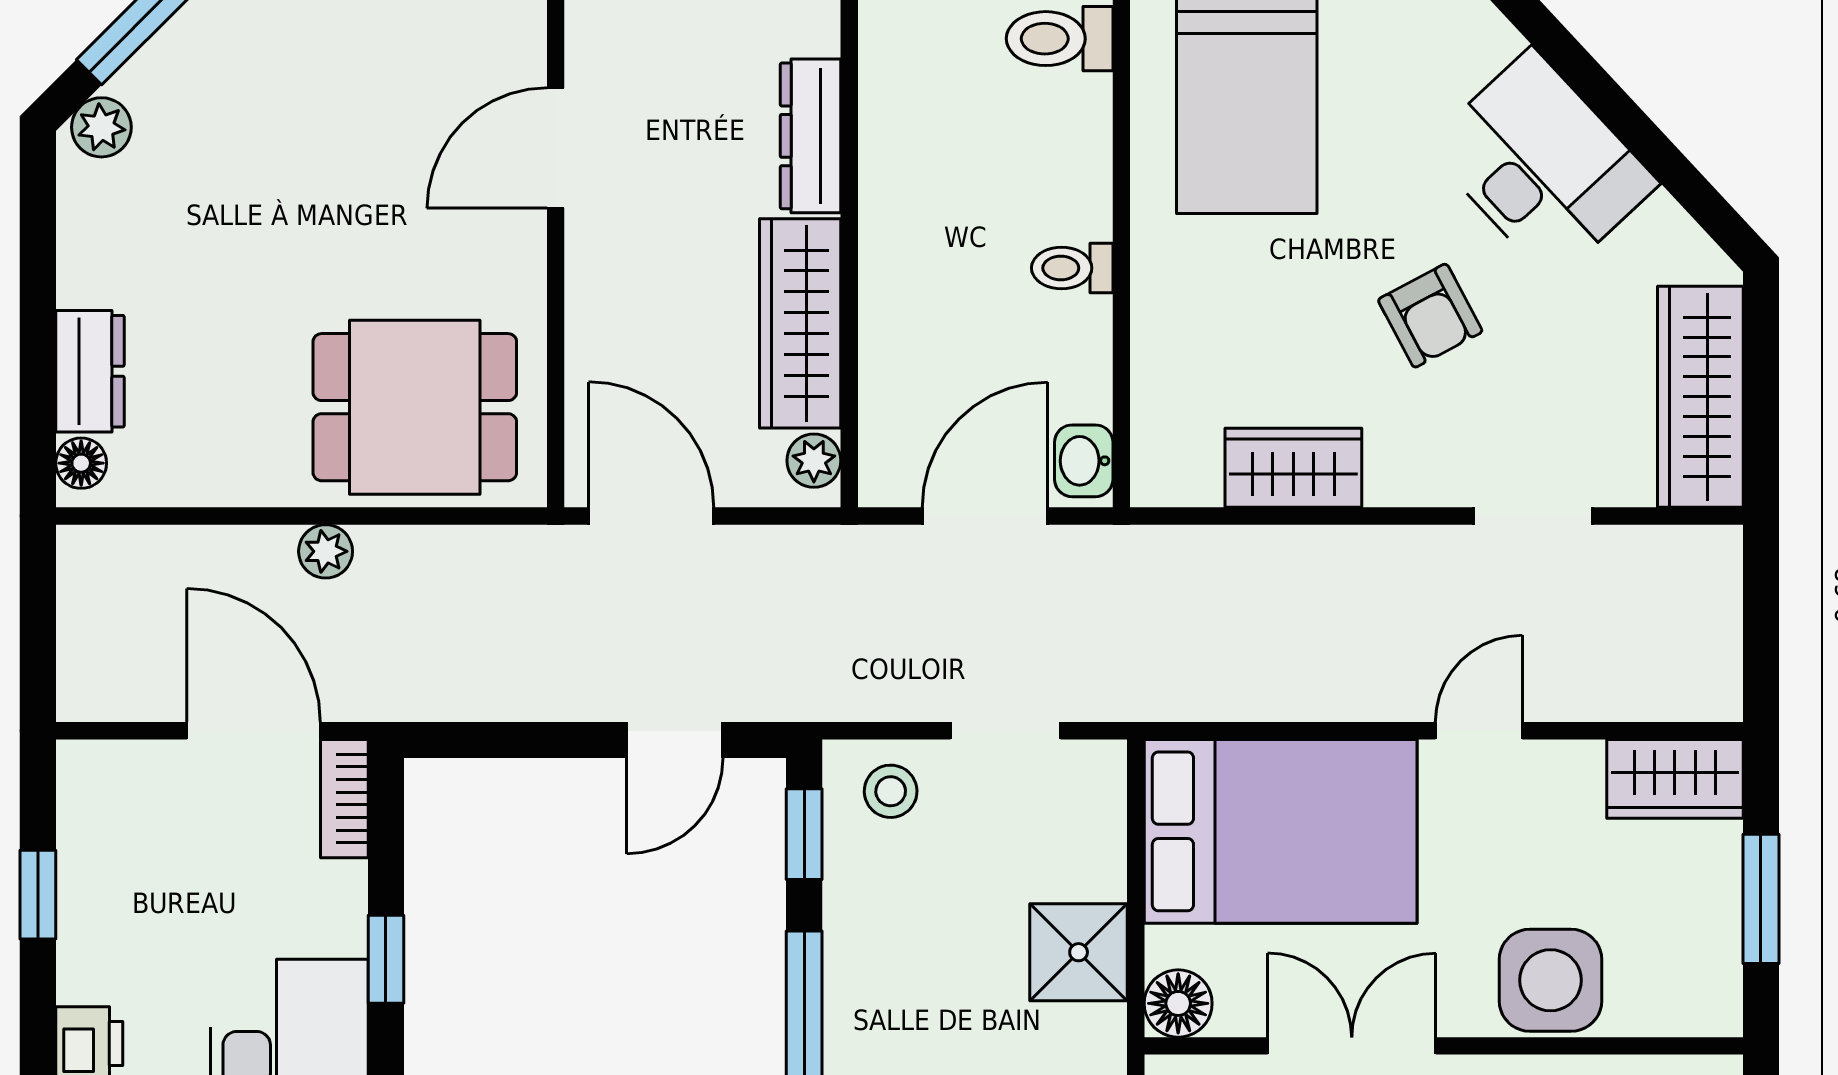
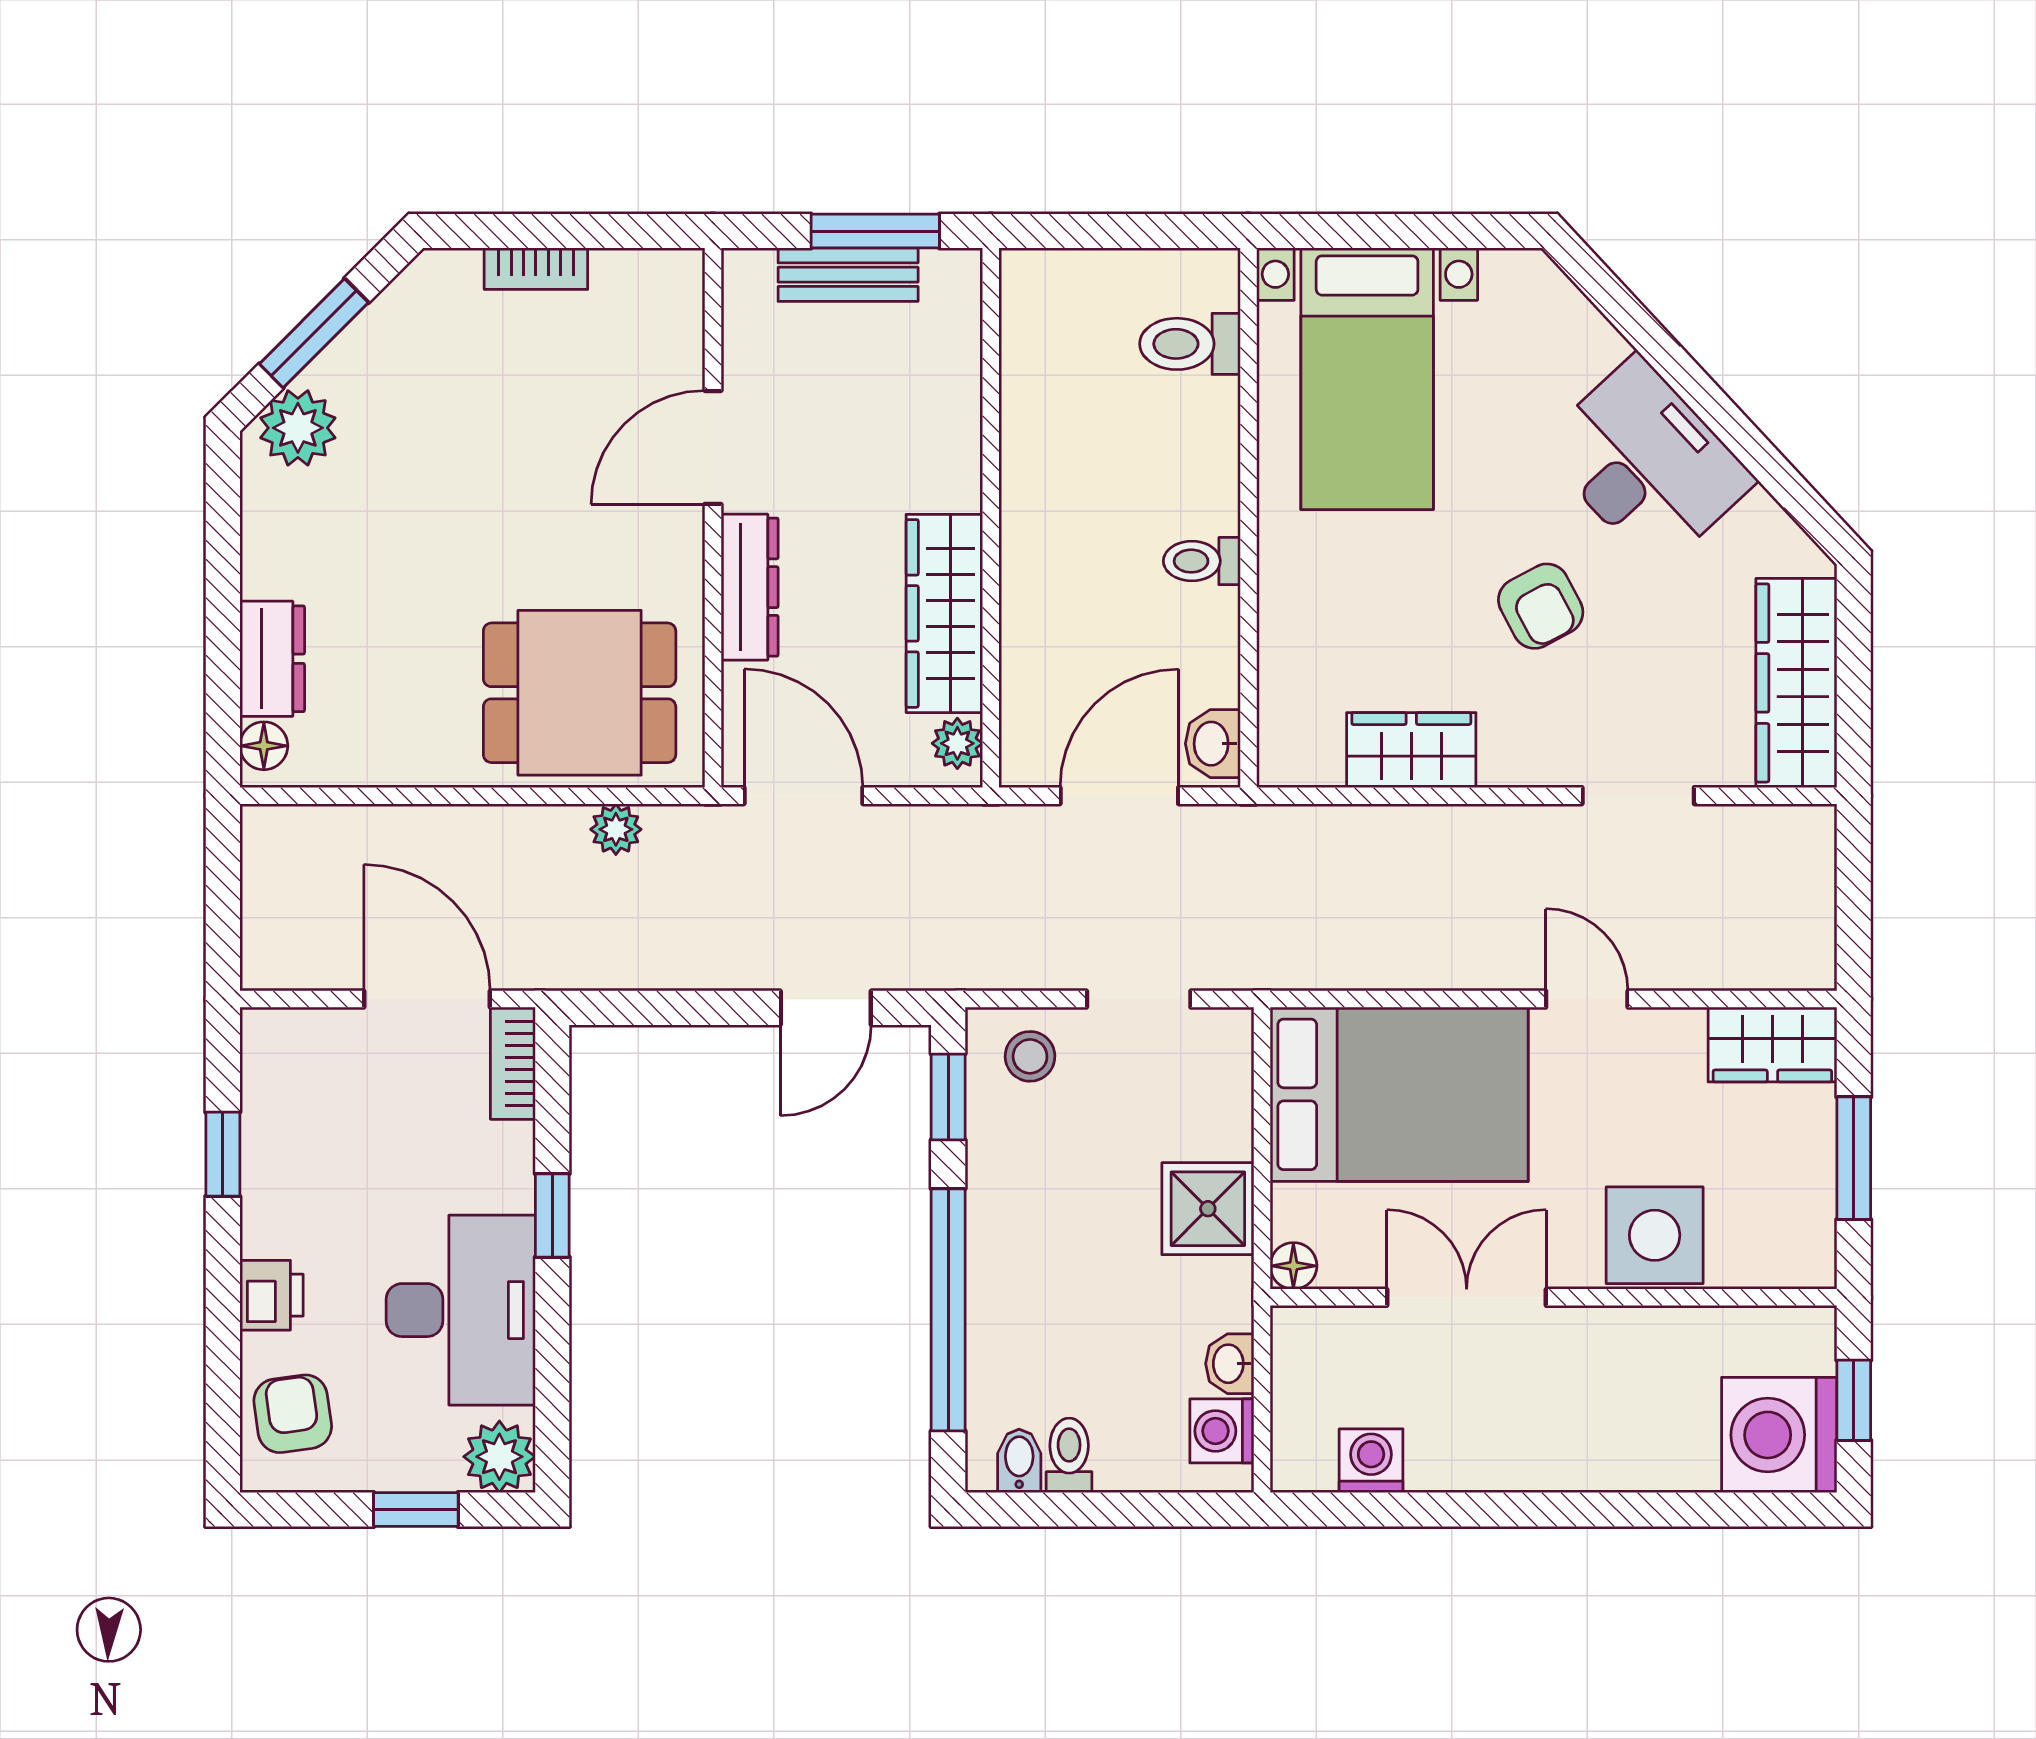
plant: (101, 127) -> (298, 428), width x1.38, depth x1.38
dresser: (811, 136) -> (750, 587), moved, turned 180
plant: (326, 551) -> (616, 829), moved
door: (1479, 731) -> (1587, 999), hinge flipped
floor lamp: (1178, 1003) -> (1293, 1266), width x0.73, depth x0.73

